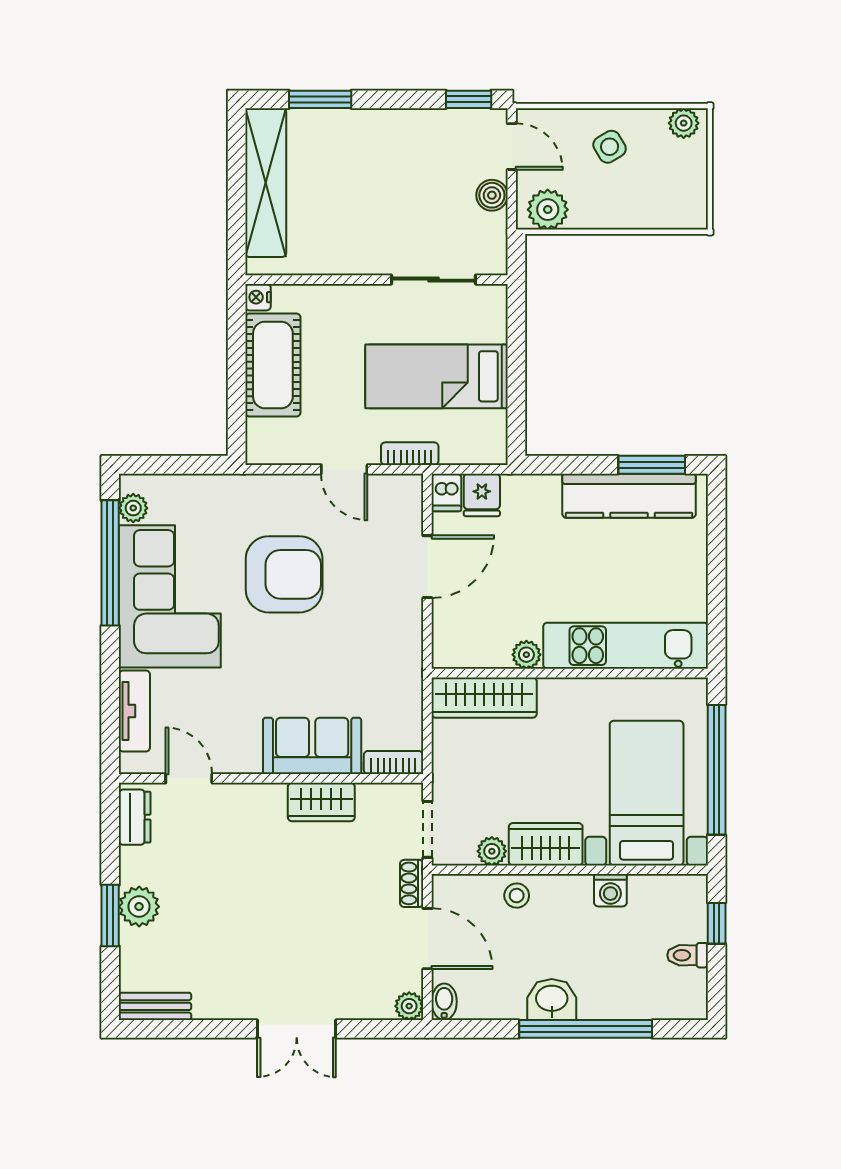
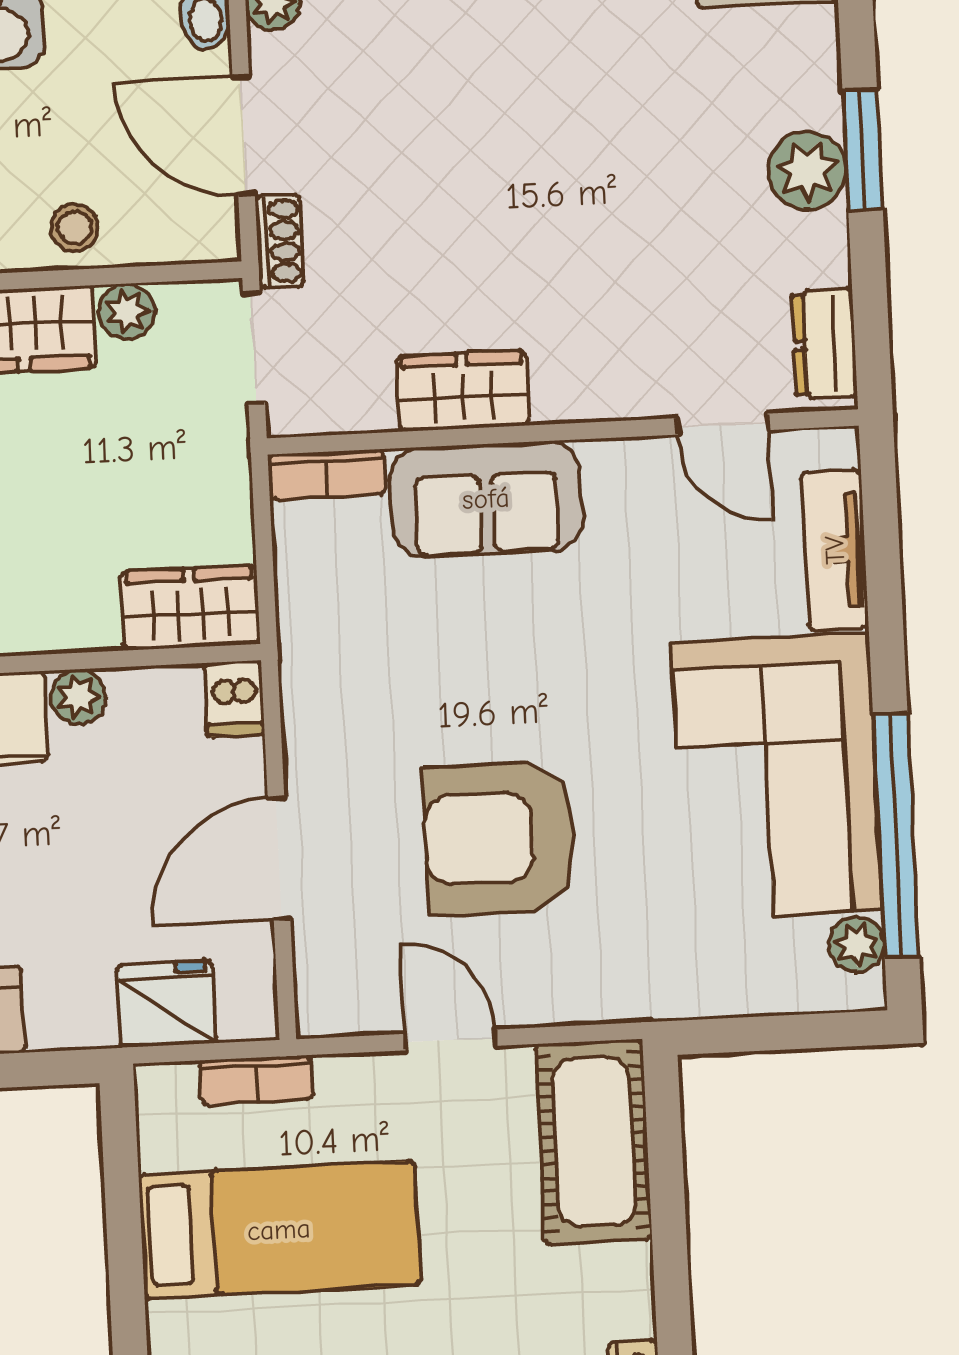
cot: (273, 365) -> (594, 1142), moved
bookcase: (410, 454) -> (256, 1080), moved
dishwasher: (446, 493) -> (234, 699), moved, turned 180
fridge: (482, 495) -> (167, 1004), width x1.38
armchair: (284, 574) -> (500, 838), moved
wardrobe: (484, 698) -> (190, 608), width x0.67

